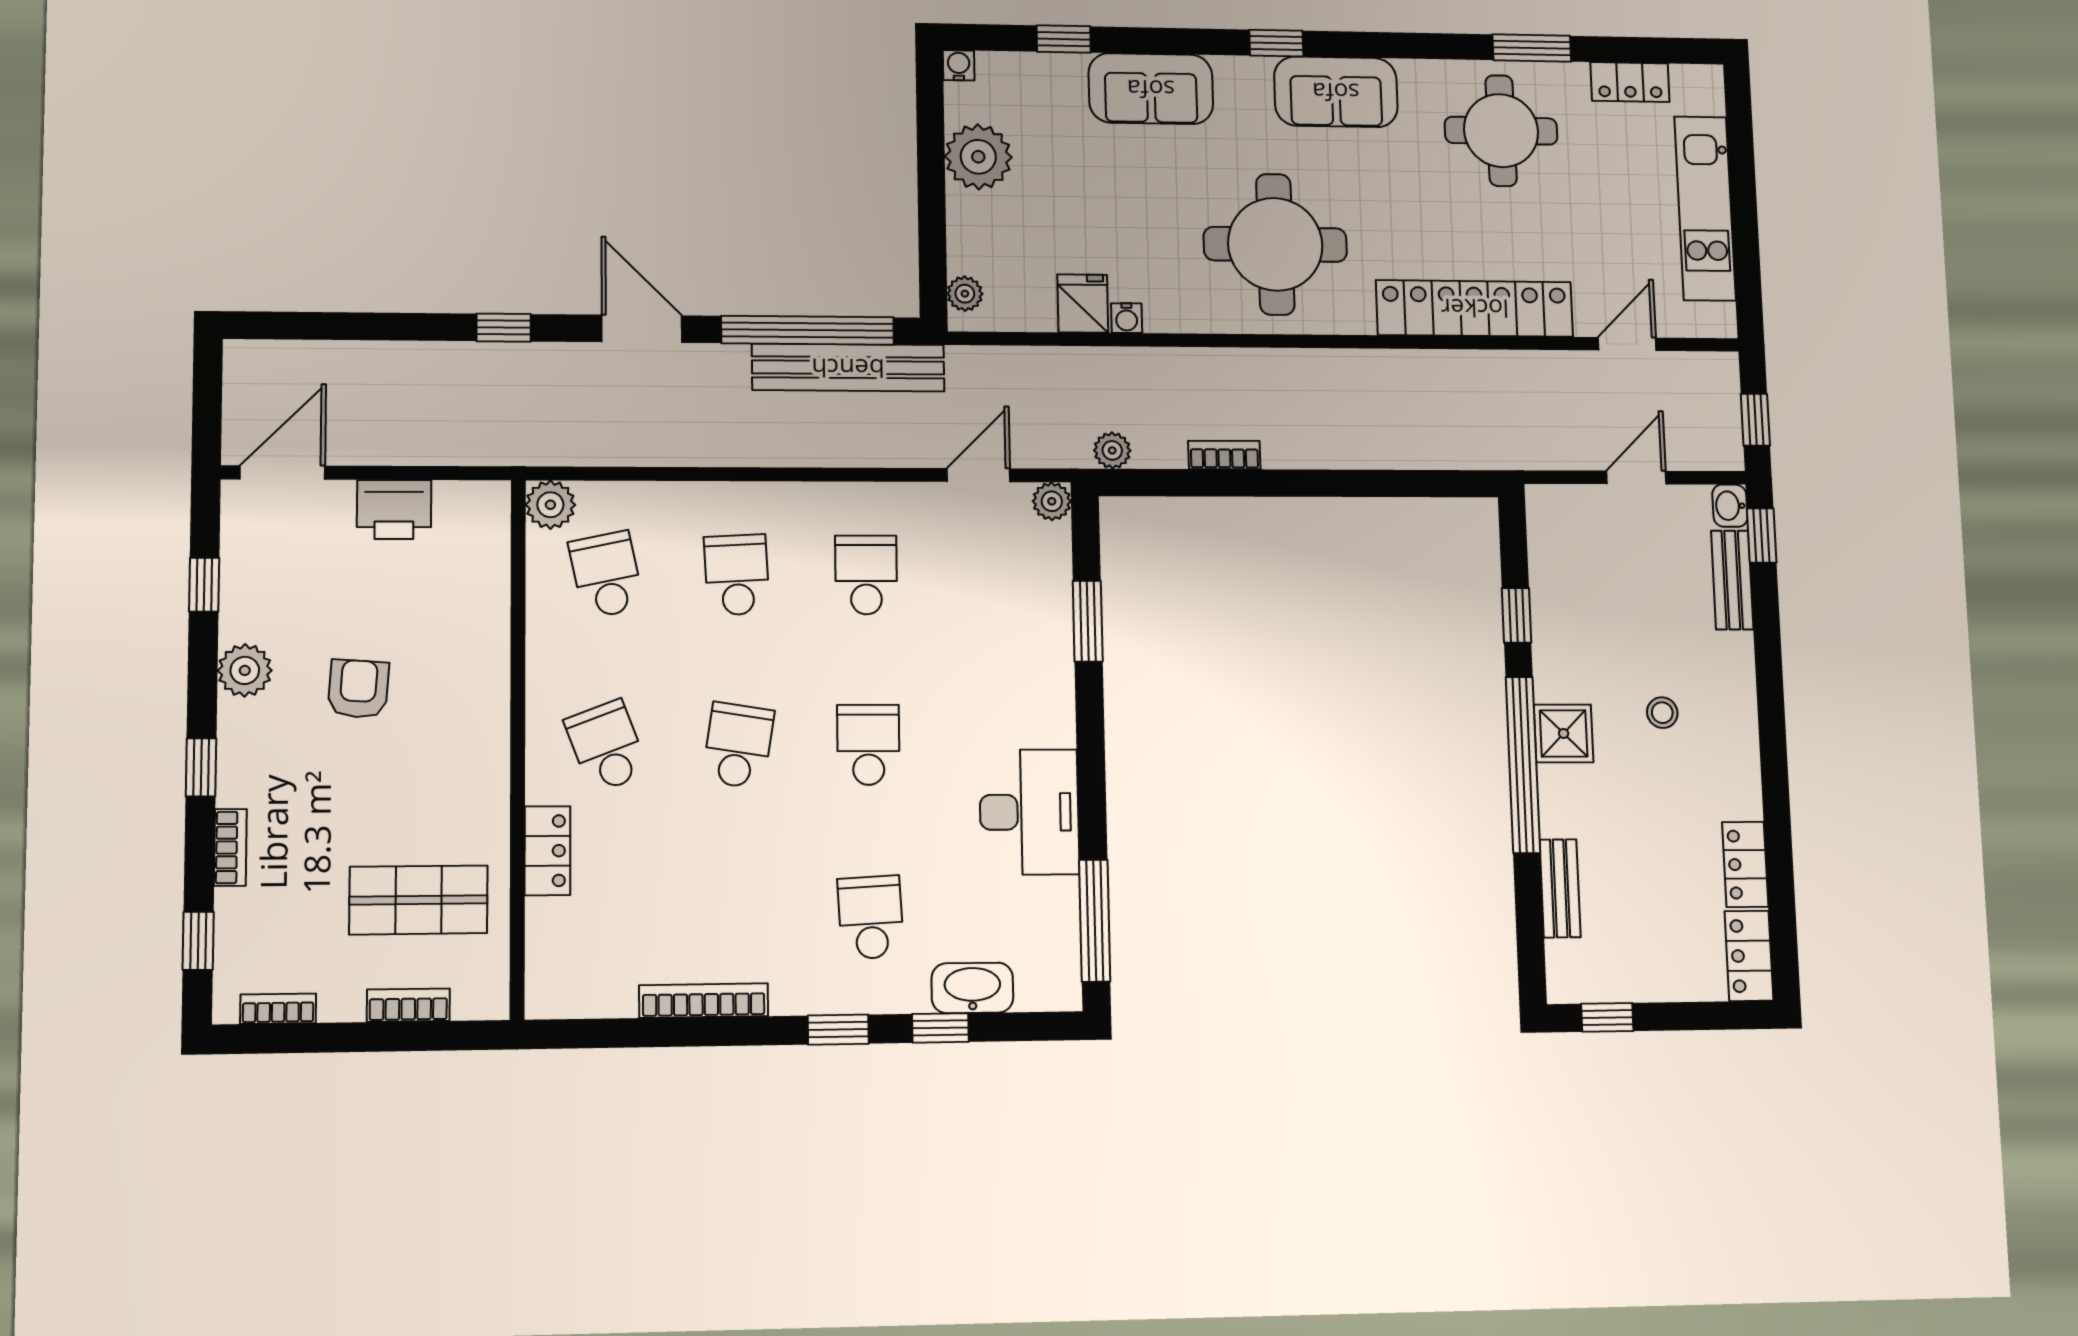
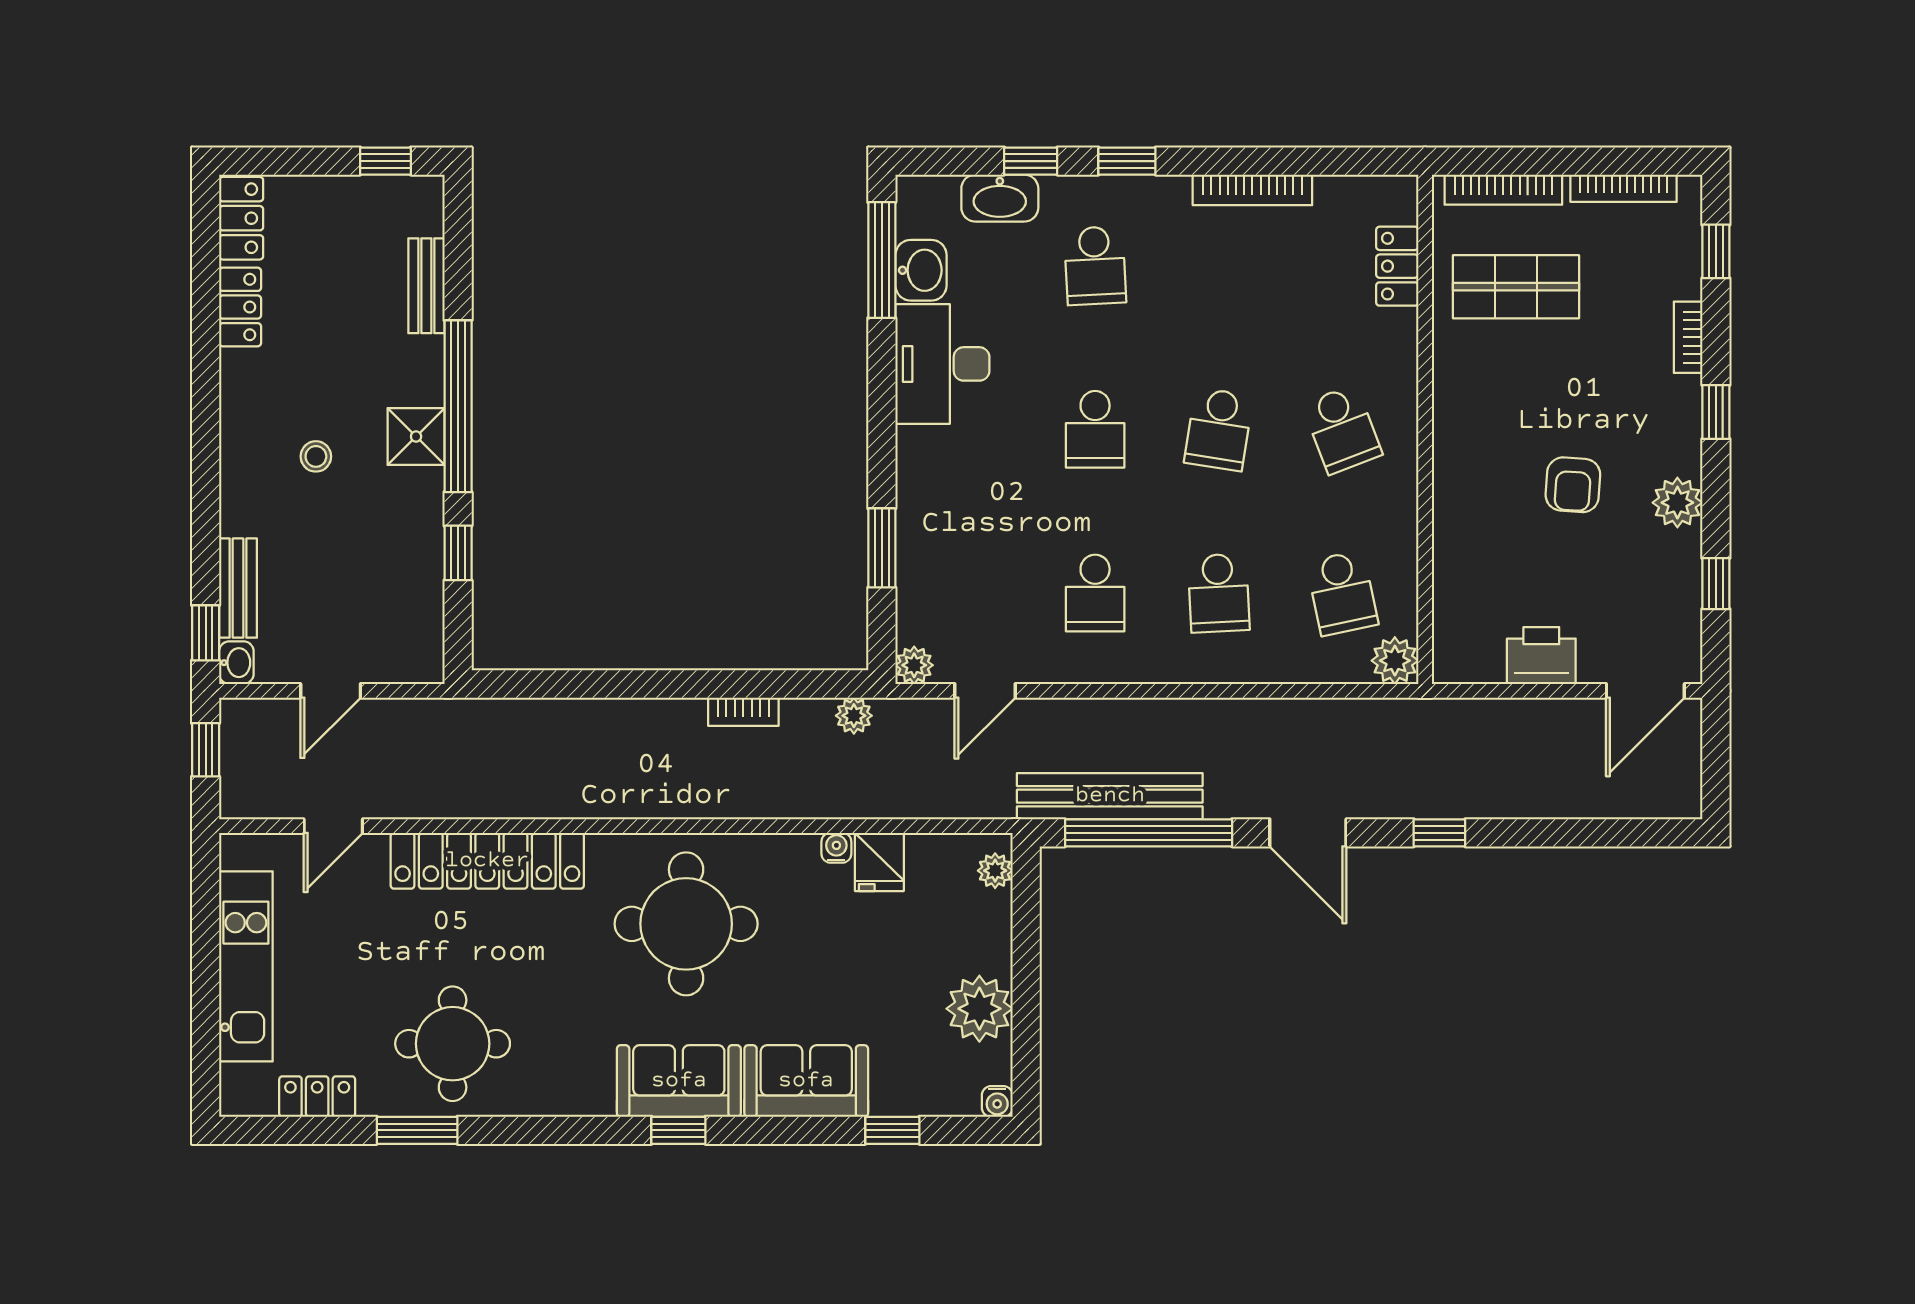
sofa: (1336, 92) -> (679, 1081), moved
locker: (547, 851) -> (1397, 266), moved
washbasin: (1054, 910) -> (921, 270), added
bookcase: (408, 1005) -> (1503, 190), width x1.56
bookcase: (278, 1009) -> (1624, 188), width x1.56

